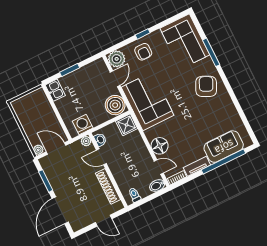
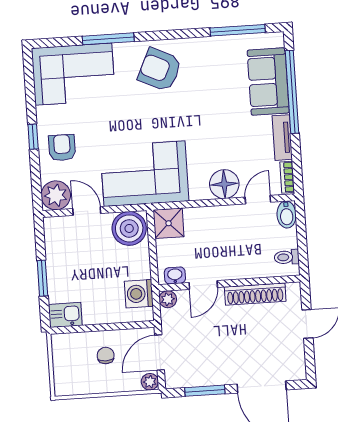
armchair: (143, 52) -> (62, 148), turned -90
window: (244, 119) -> (238, 30), added
chair: (43, 121) -> (106, 355), added

